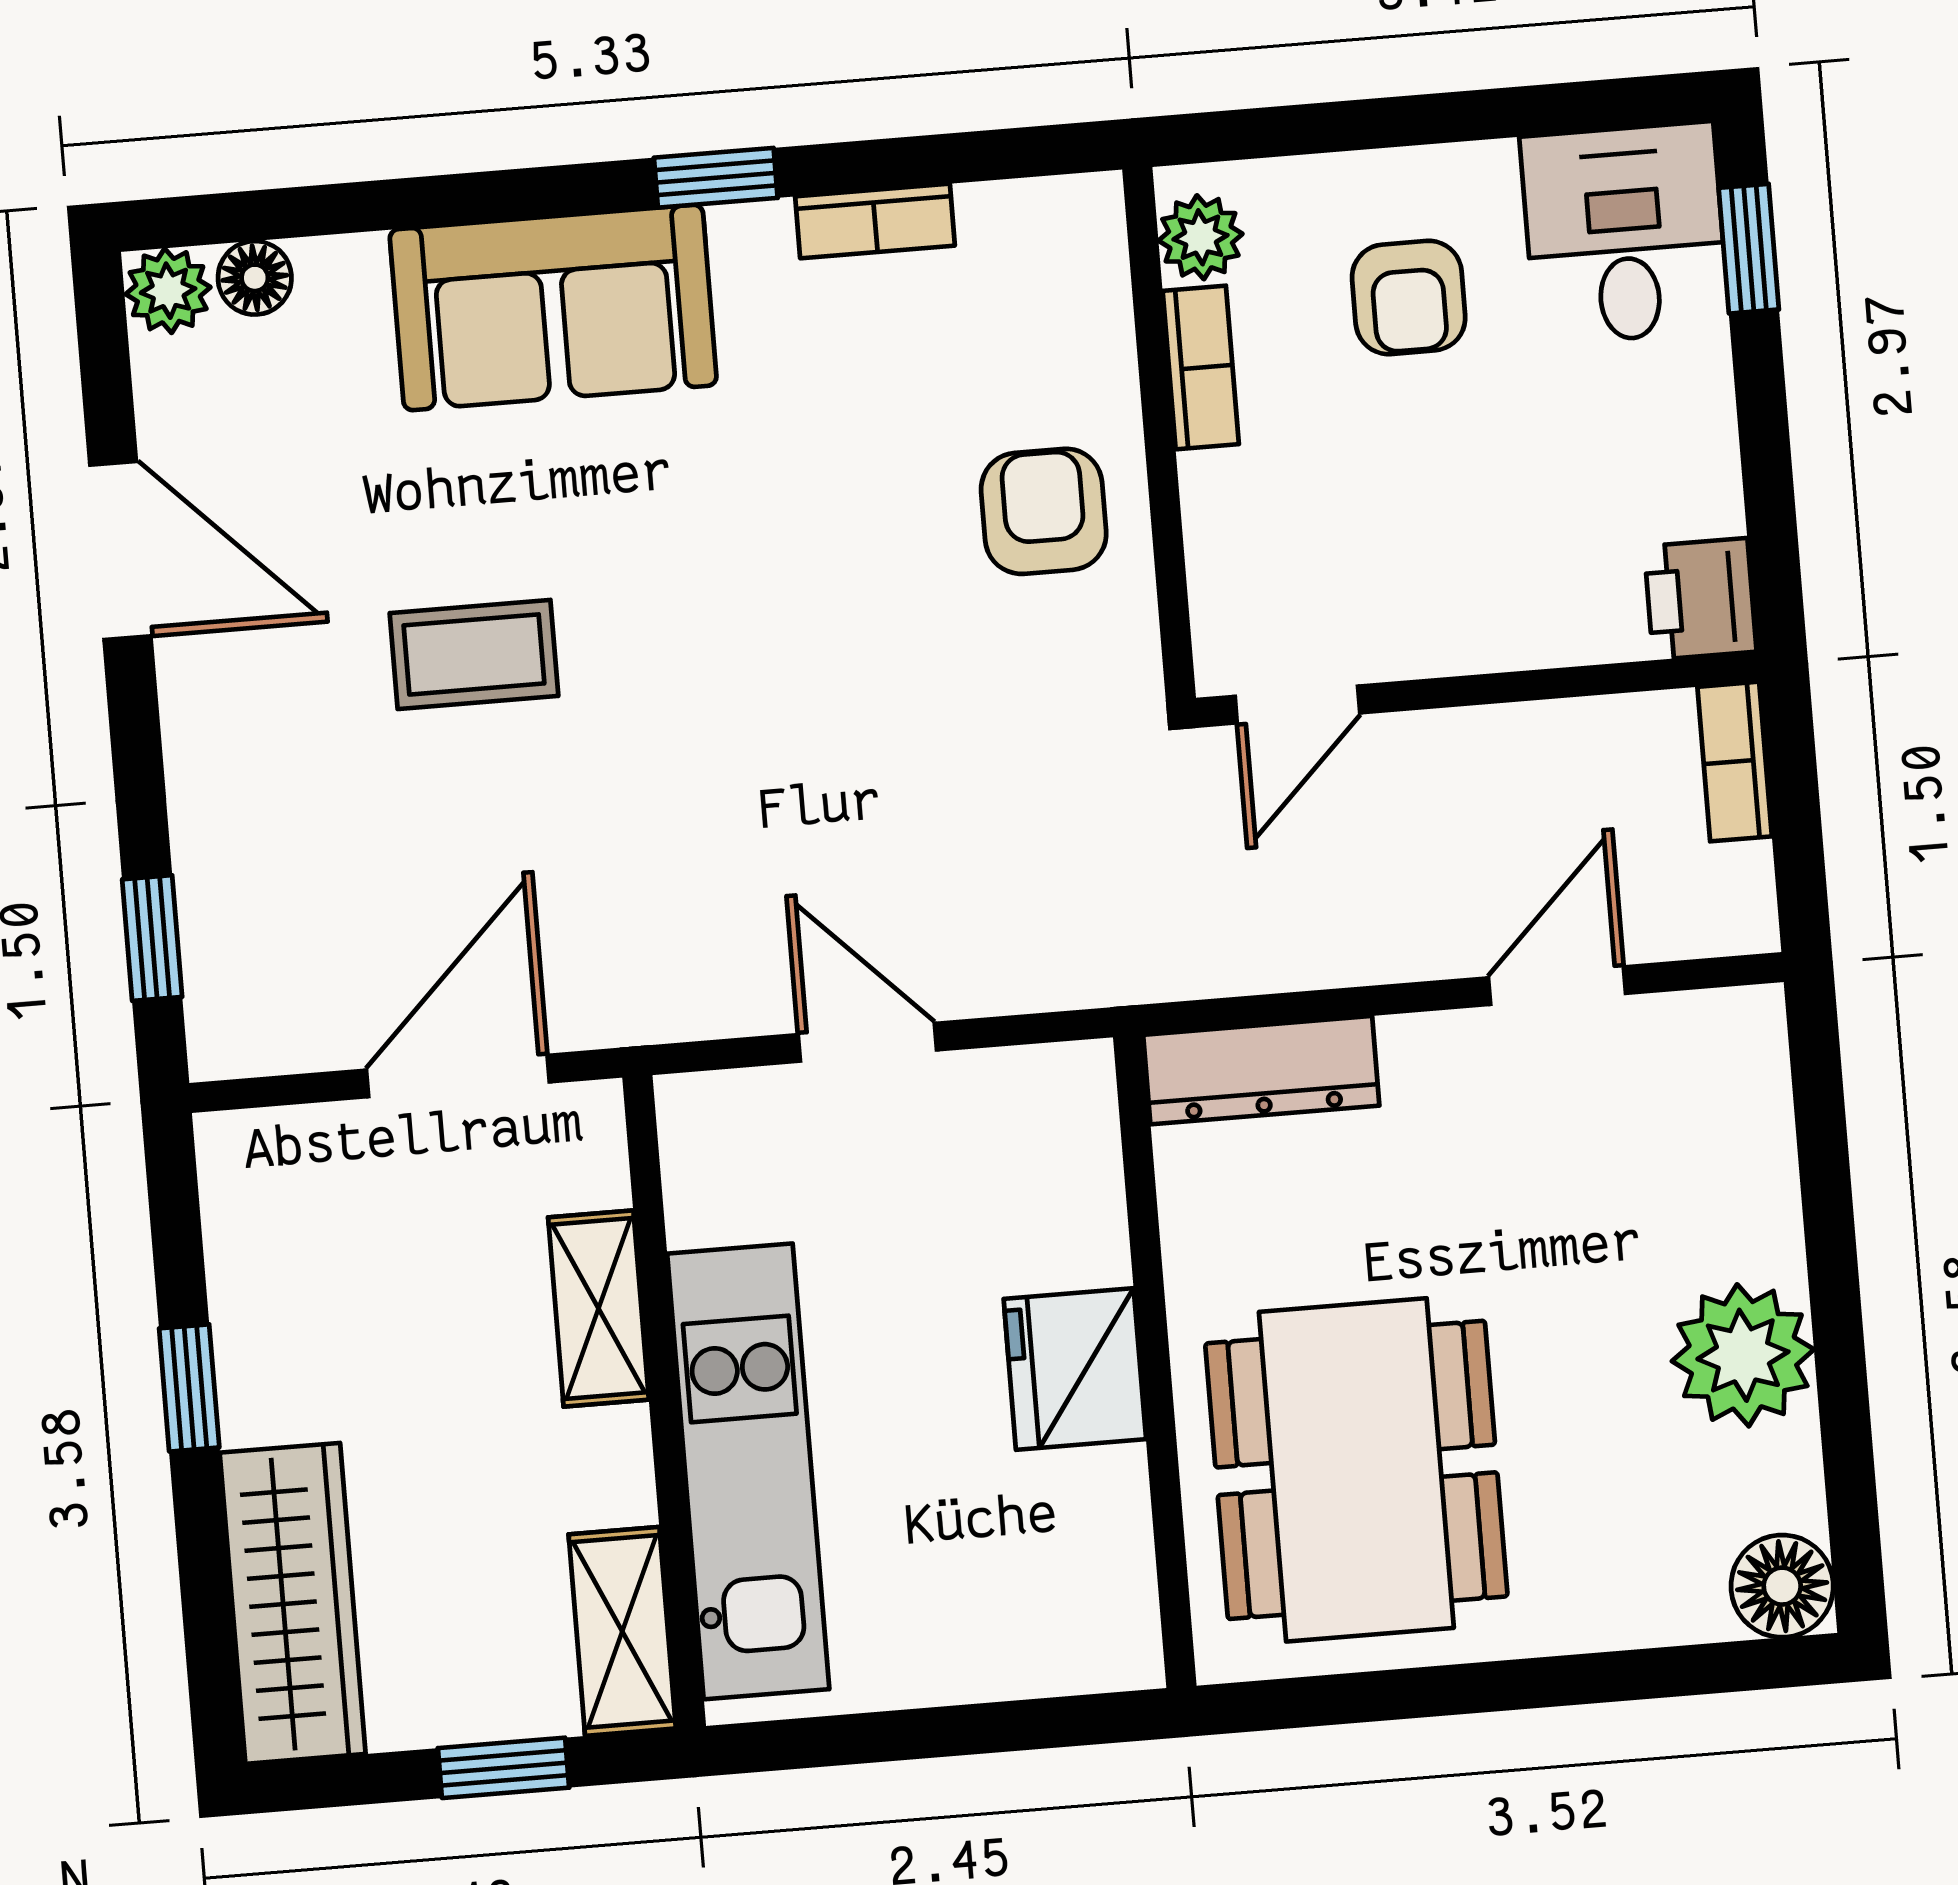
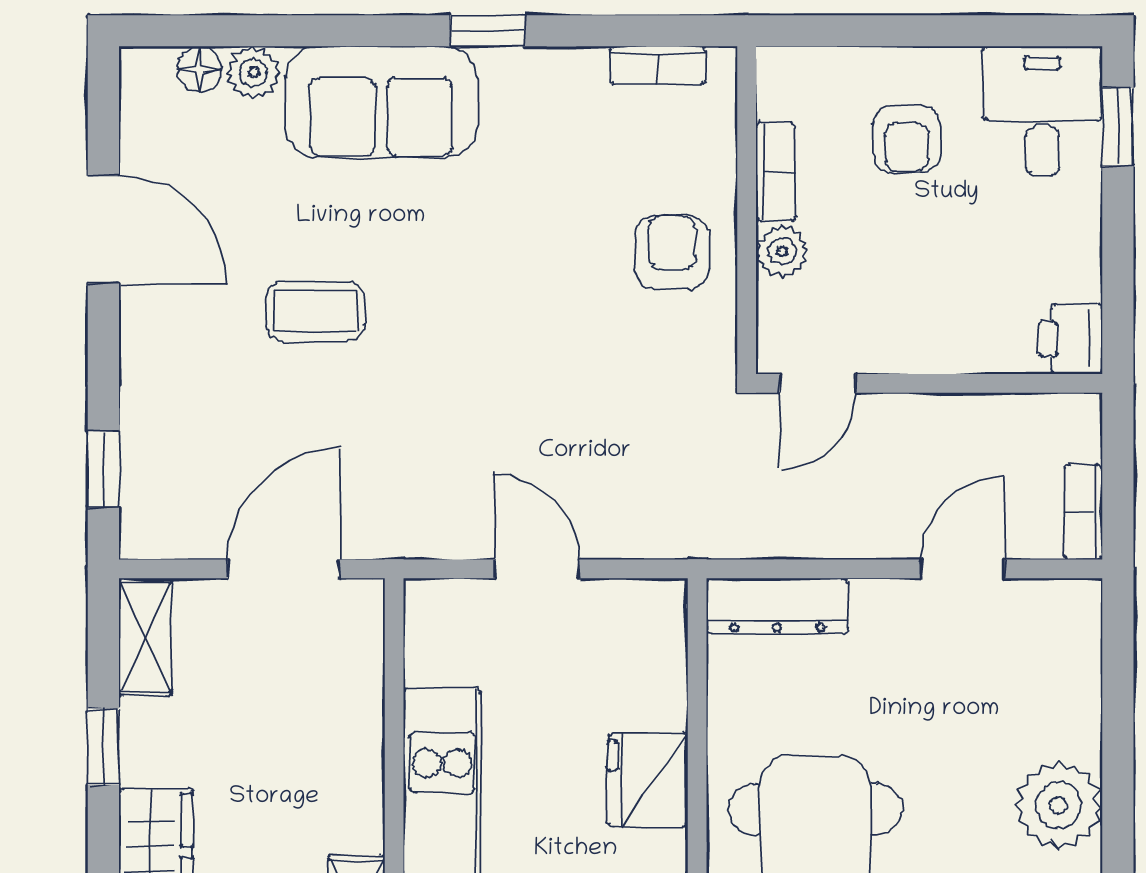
bookcase: (875, 221) -> (658, 65), moved
plant: (1200, 237) -> (782, 252), moved
plant: (168, 291) -> (253, 72), moved
bookcase: (1735, 762) -> (1083, 512), moved
shelving: (598, 1309) -> (145, 637), moved

